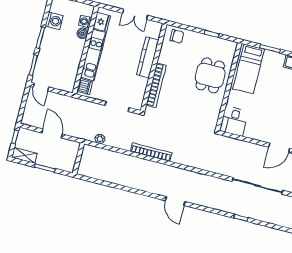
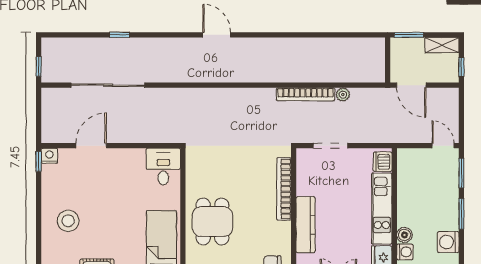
bookcase: (151, 152) -> (306, 94), moved
wall: (78, 158) -> (388, 60), moved

